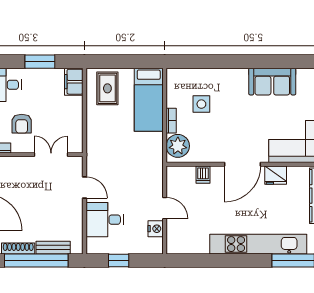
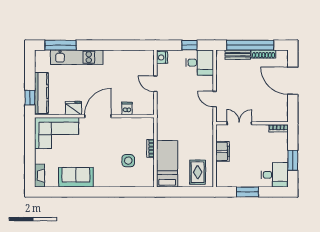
filing cabinet: (74, 82) -> (223, 151), moved
armchair: (22, 124) -> (261, 146), removed
plant: (178, 146) -> (146, 130), removed
double door: (51, 155) -> (239, 123), swing flipped
desk: (105, 220) -> (200, 63), moved
nightstand: (156, 229) -> (162, 57), moved
kitchen unit: (258, 244) -> (77, 57), width x0.73

